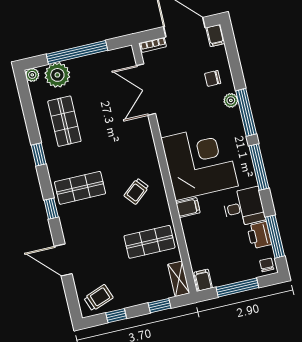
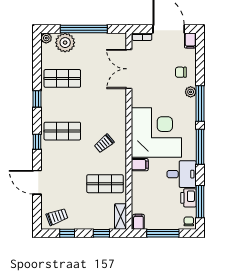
shop shelf: (64, 121) -> (62, 78), turned 90

